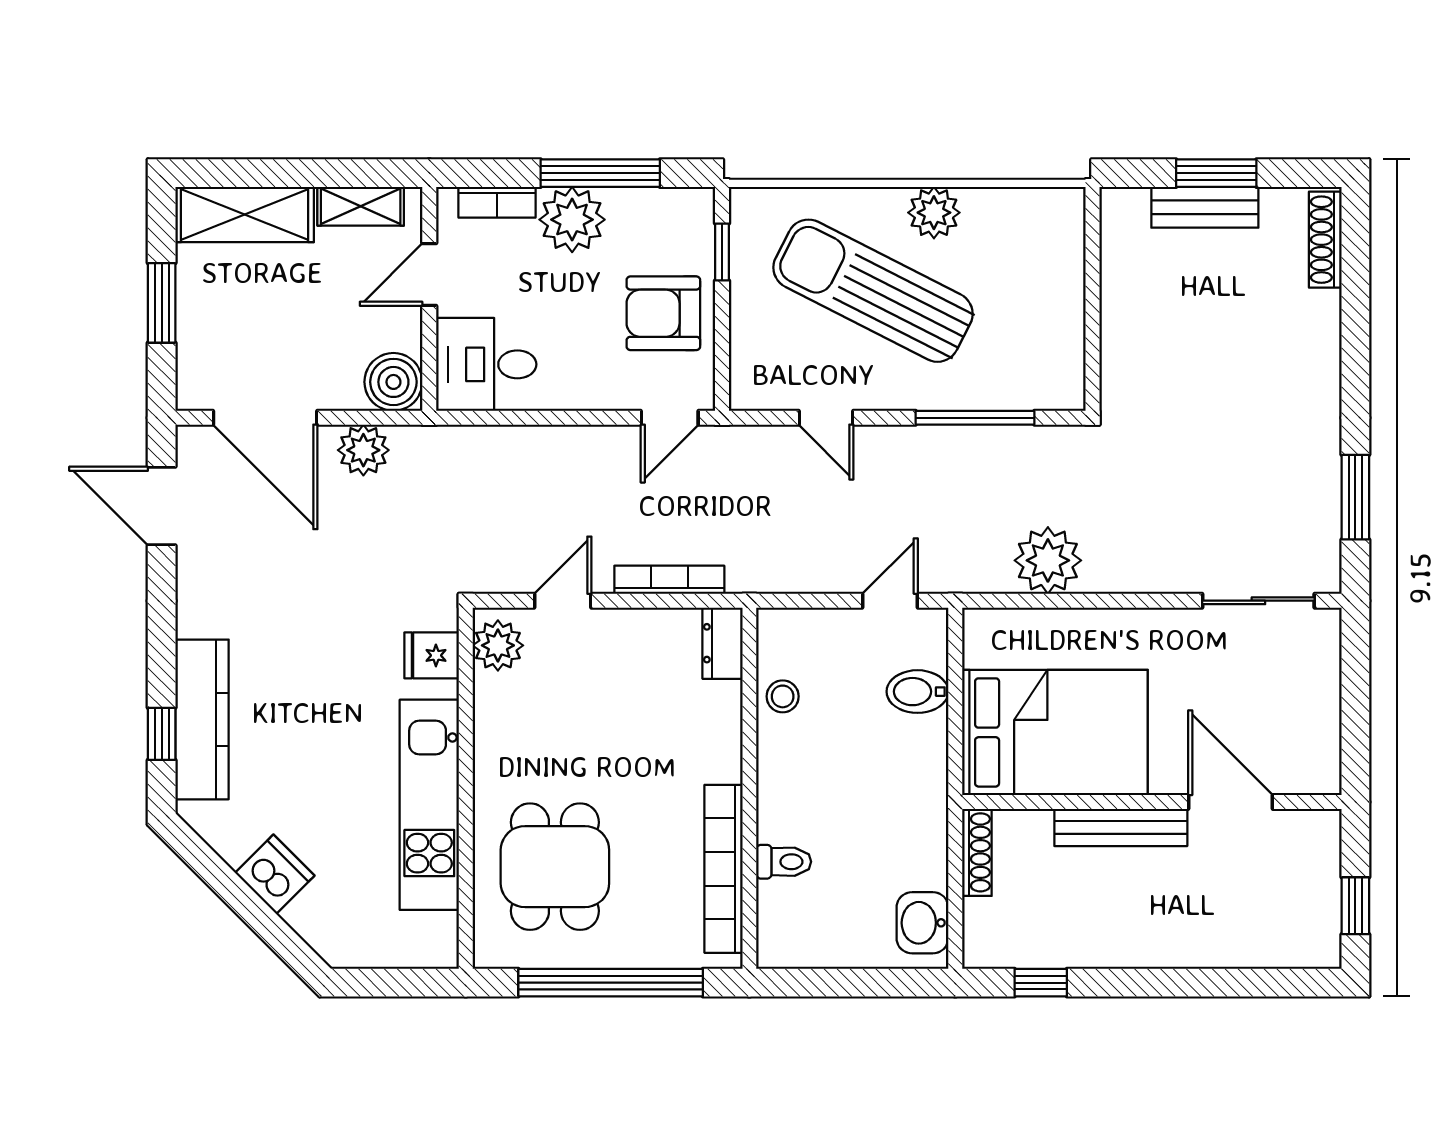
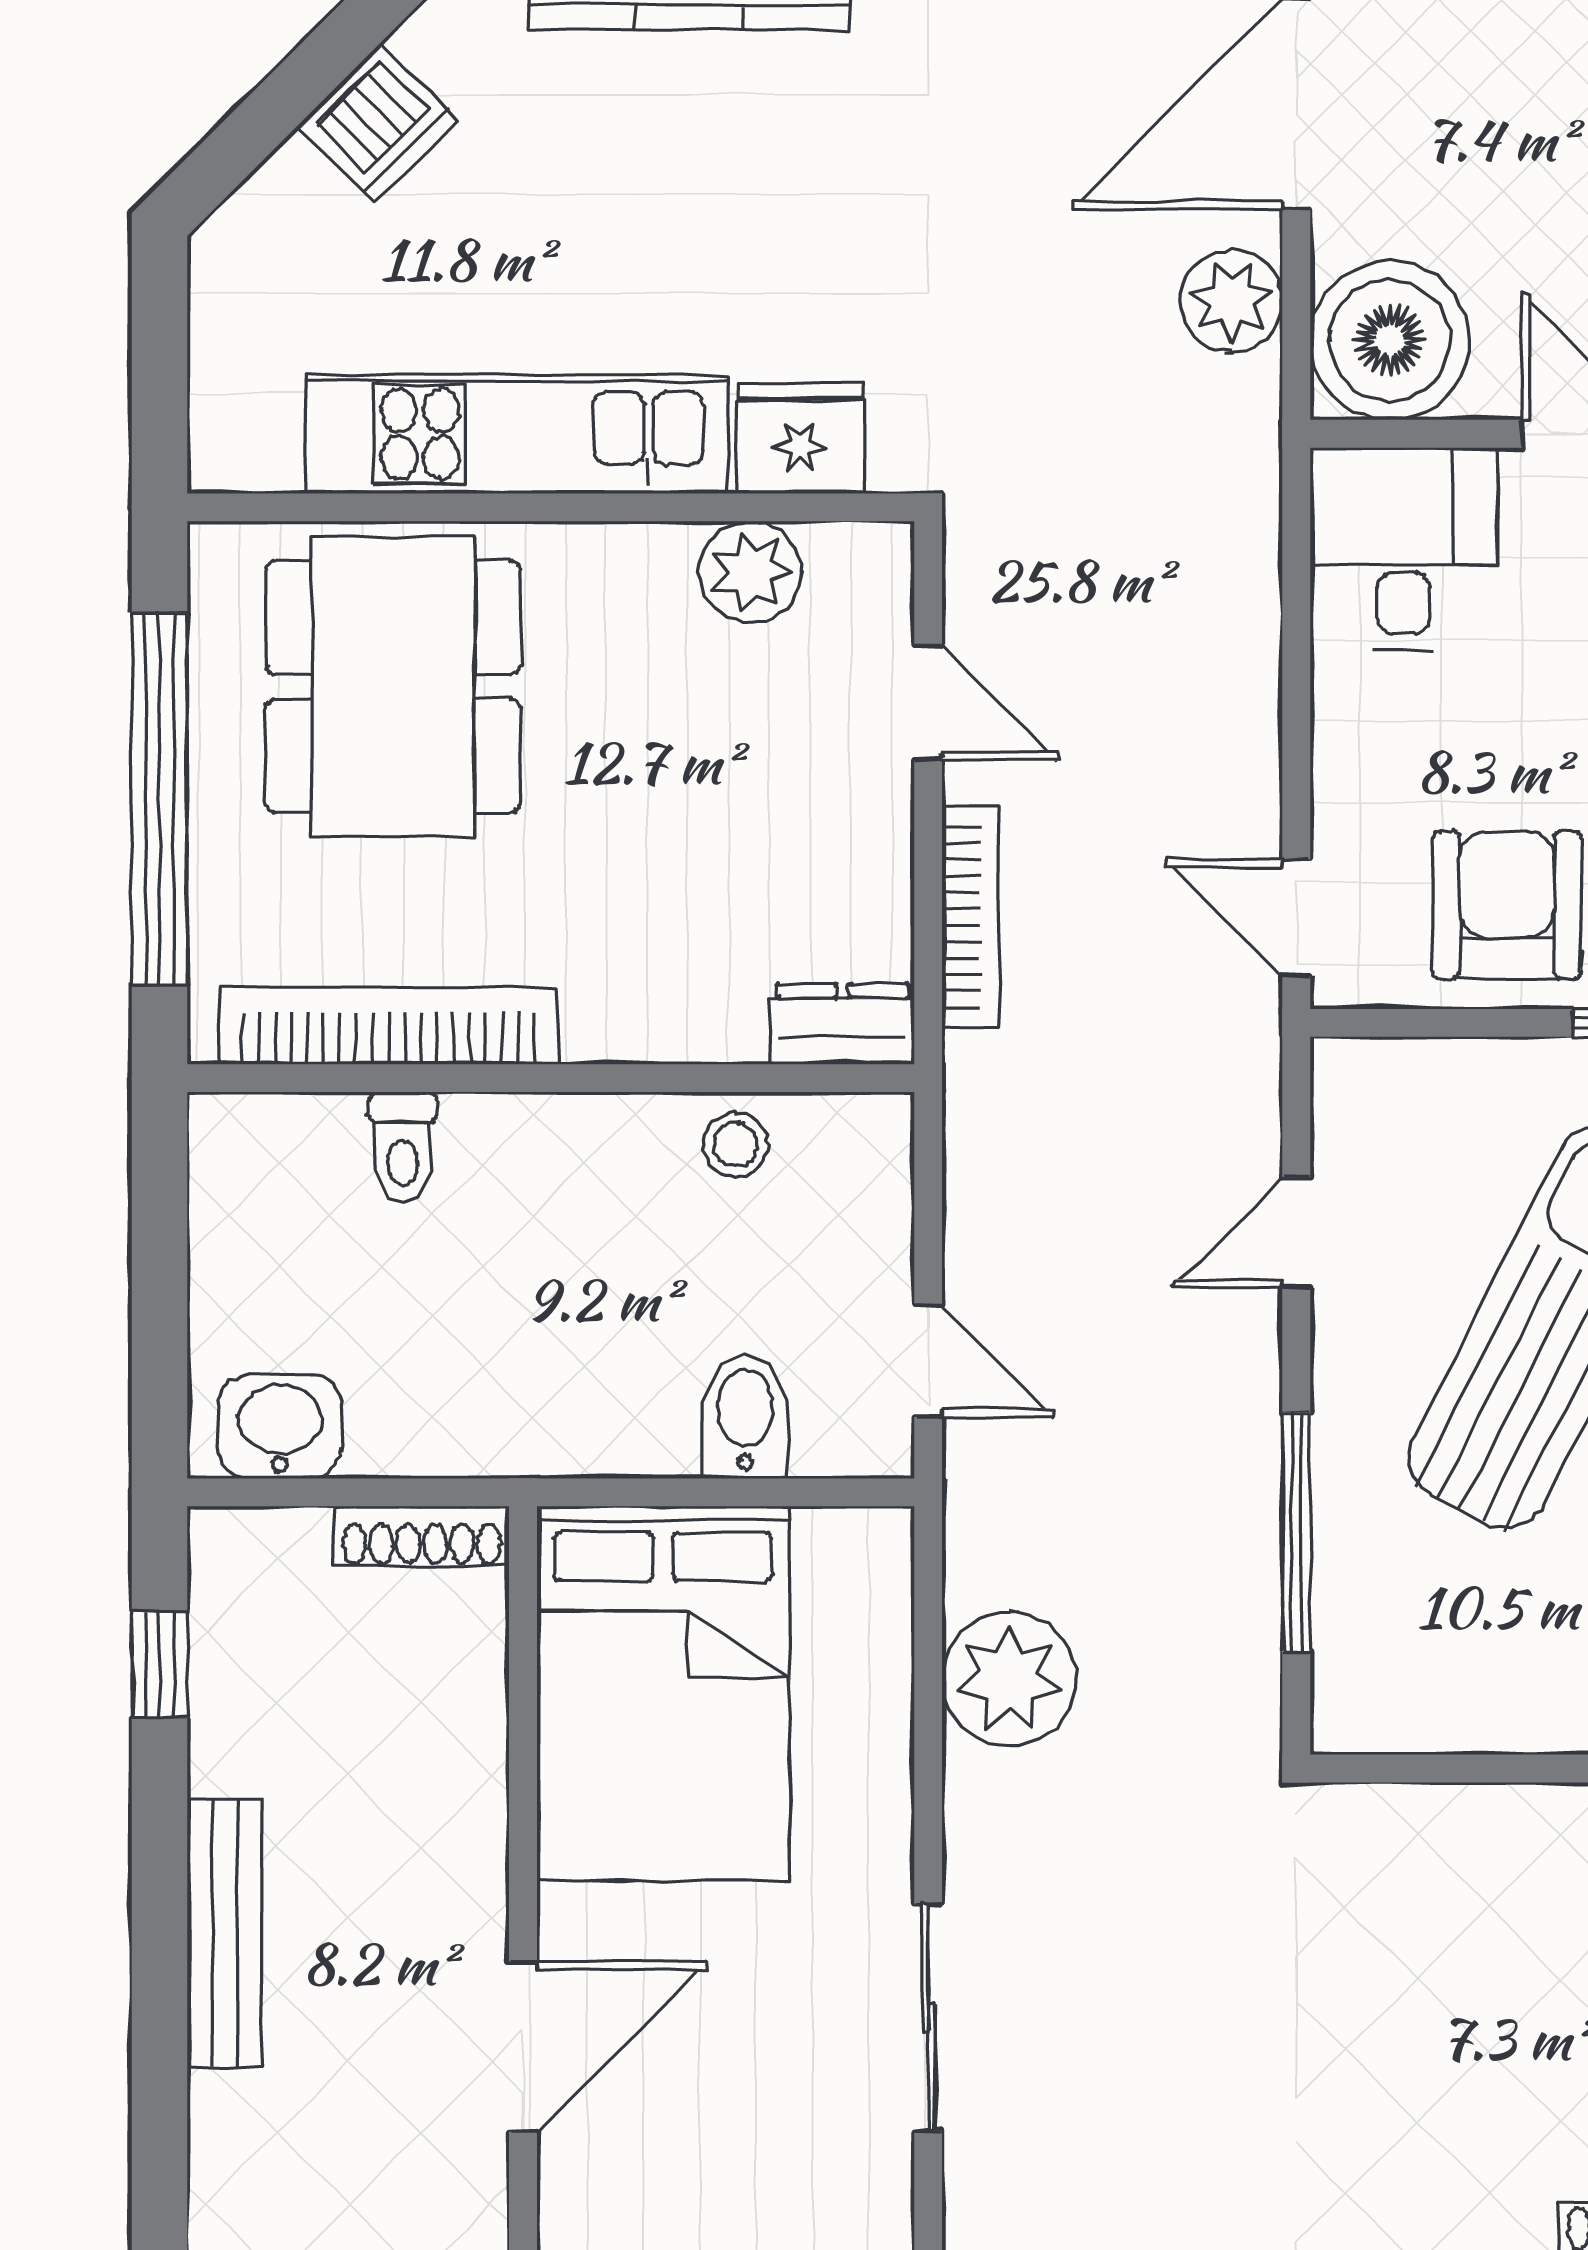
boiler: (393, 382) -> (1390, 340), width x1.37, depth x1.37
sliding door: (1258, 601) -> (928, 2017), moved
plant: (498, 645) -> (751, 572), moved
fridge: (432, 655) -> (800, 439), width x1.38
bench: (1121, 827) -> (225, 1934), moved
dining table: (555, 867) -> (393, 687), width x1.38

